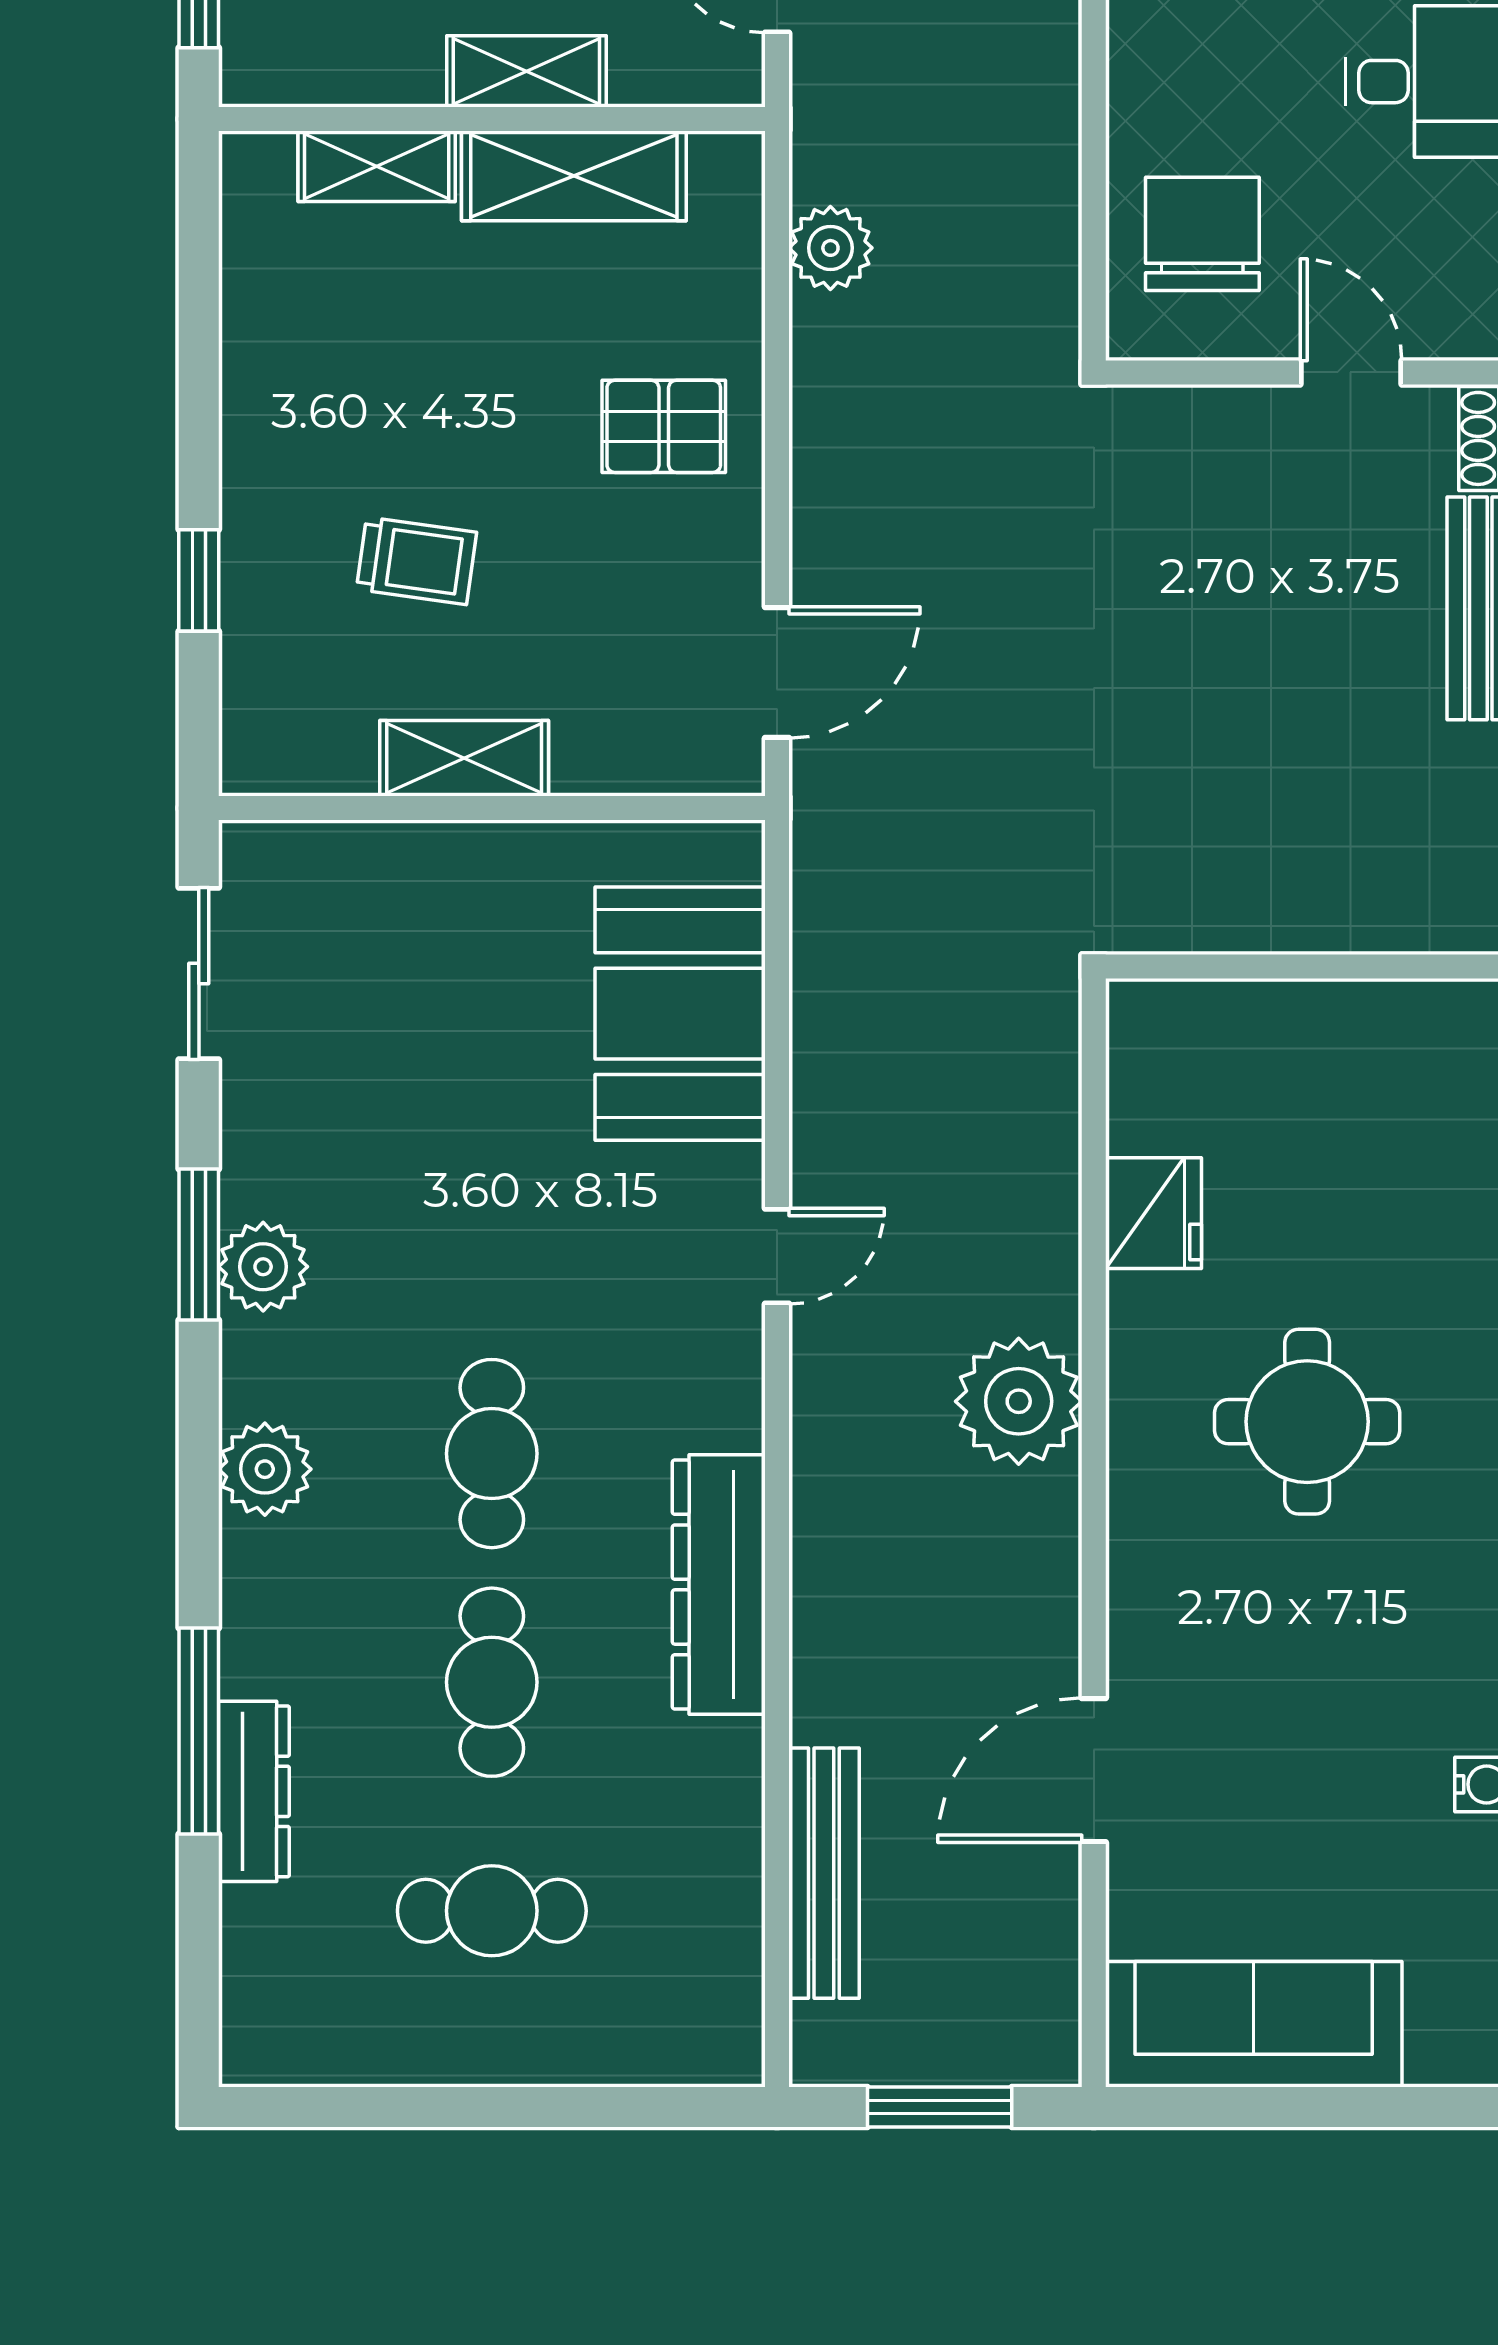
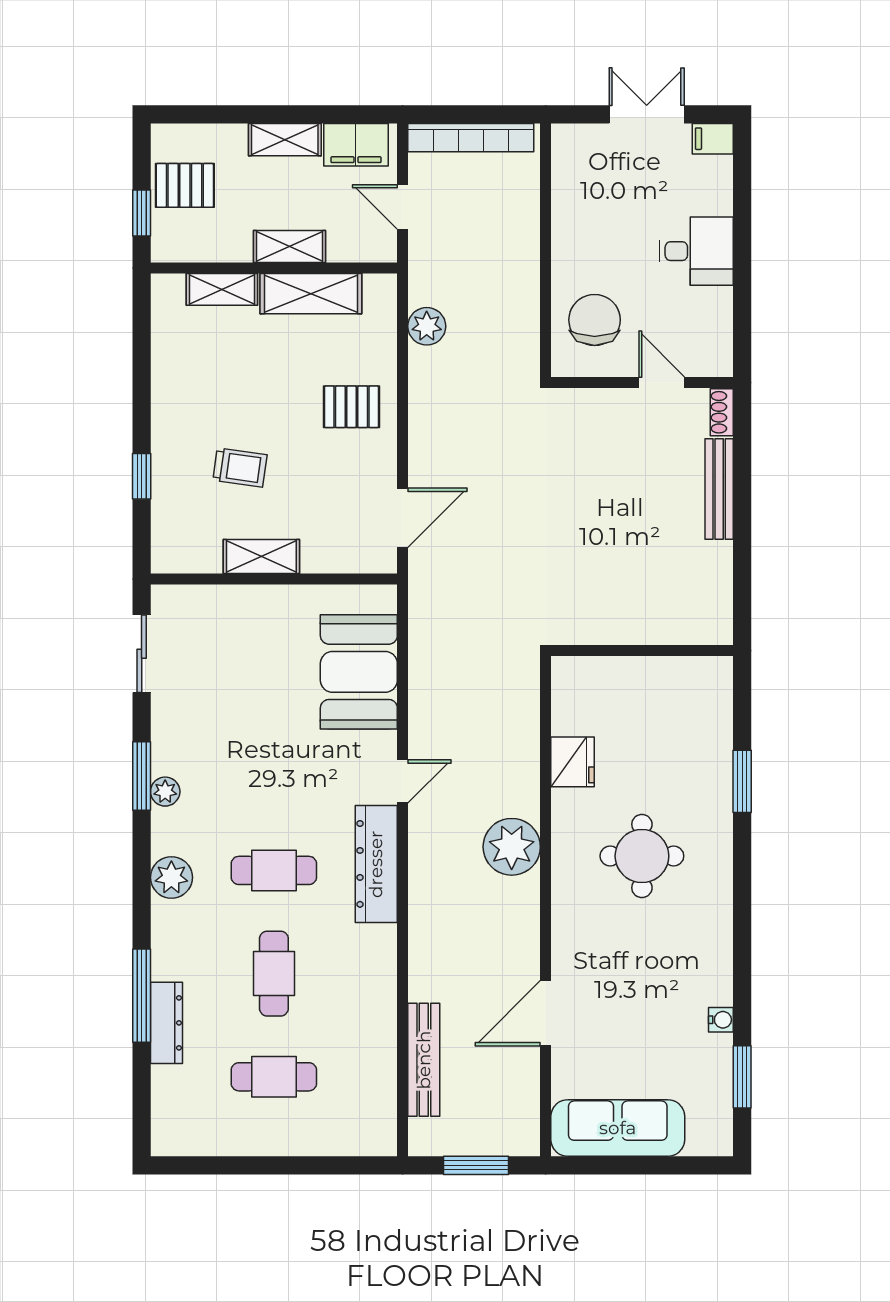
plant: (263, 1267) -> (165, 792), width x0.73, depth x0.73
cafe table: (492, 1454) -> (274, 870), turned 90
dresser: (719, 1585) -> (376, 864), moved

